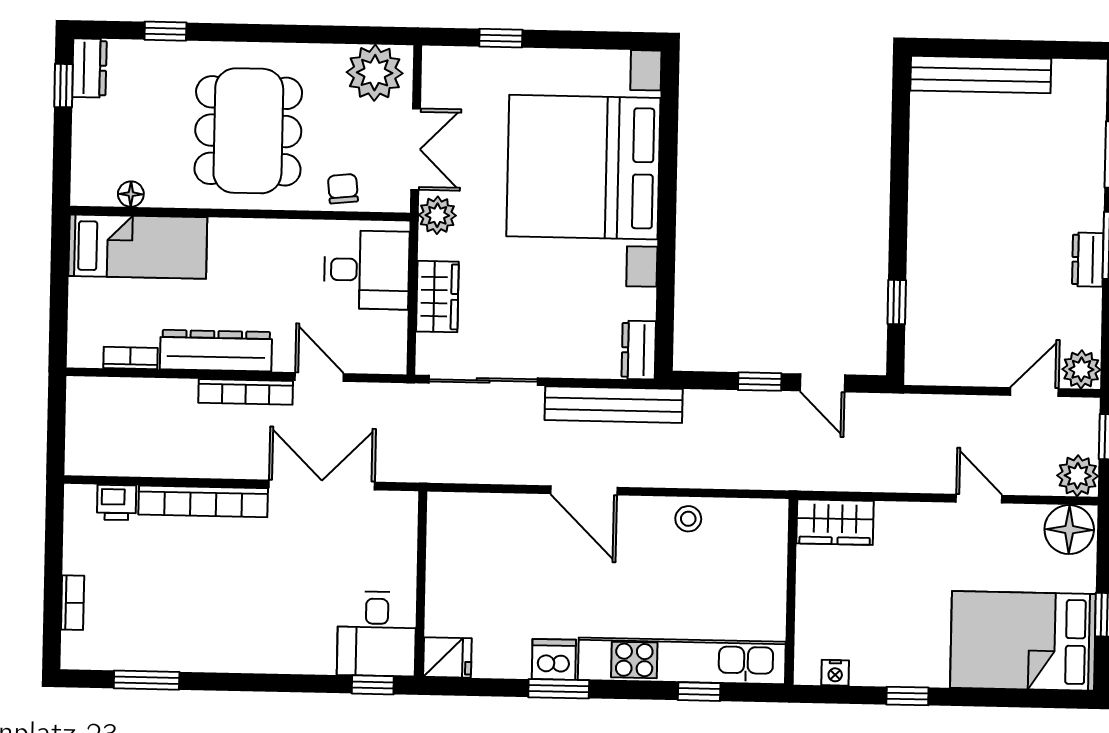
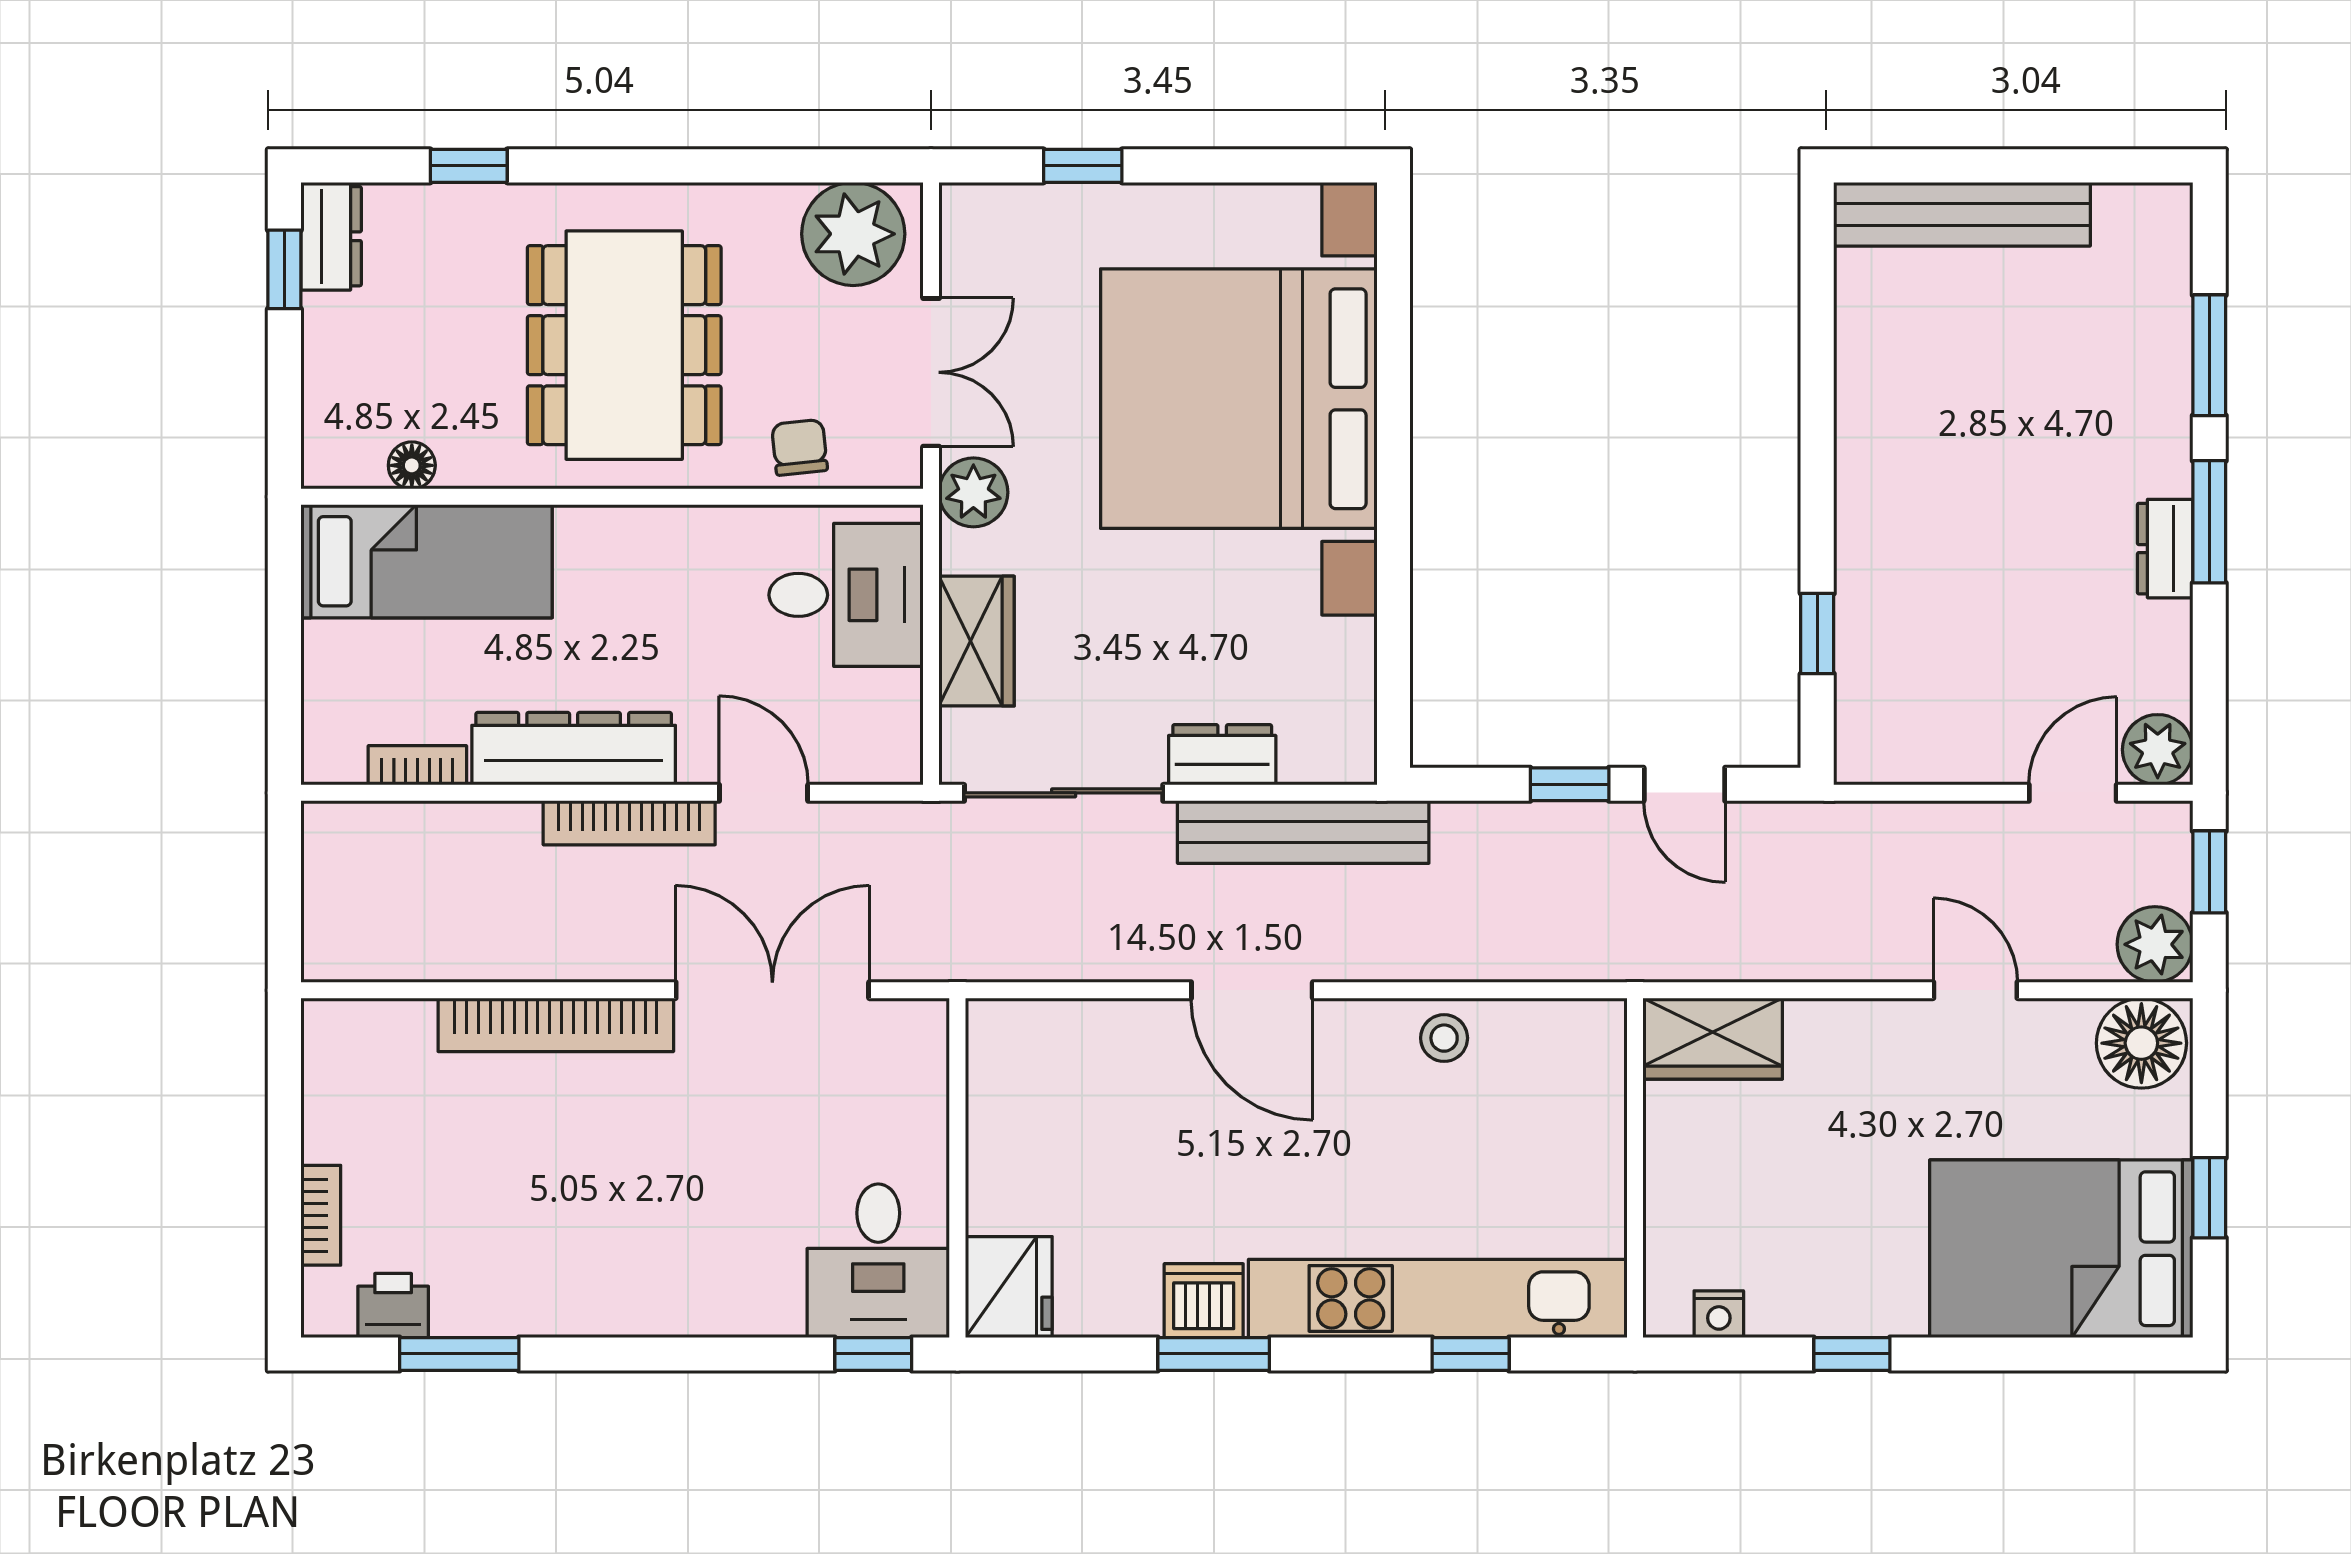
dresser: (639, 350) -> (1222, 755), moved, turned 90
printer: (117, 502) -> (393, 1305), moved, turned 180
fridge: (447, 657) -> (1009, 1287), width x1.38

